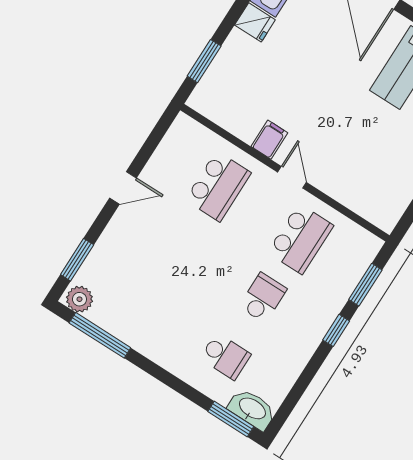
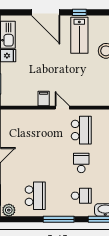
school desk: (218, 186) -> (35, 196), moved
window: (100, 335) -> (59, 219), moved

